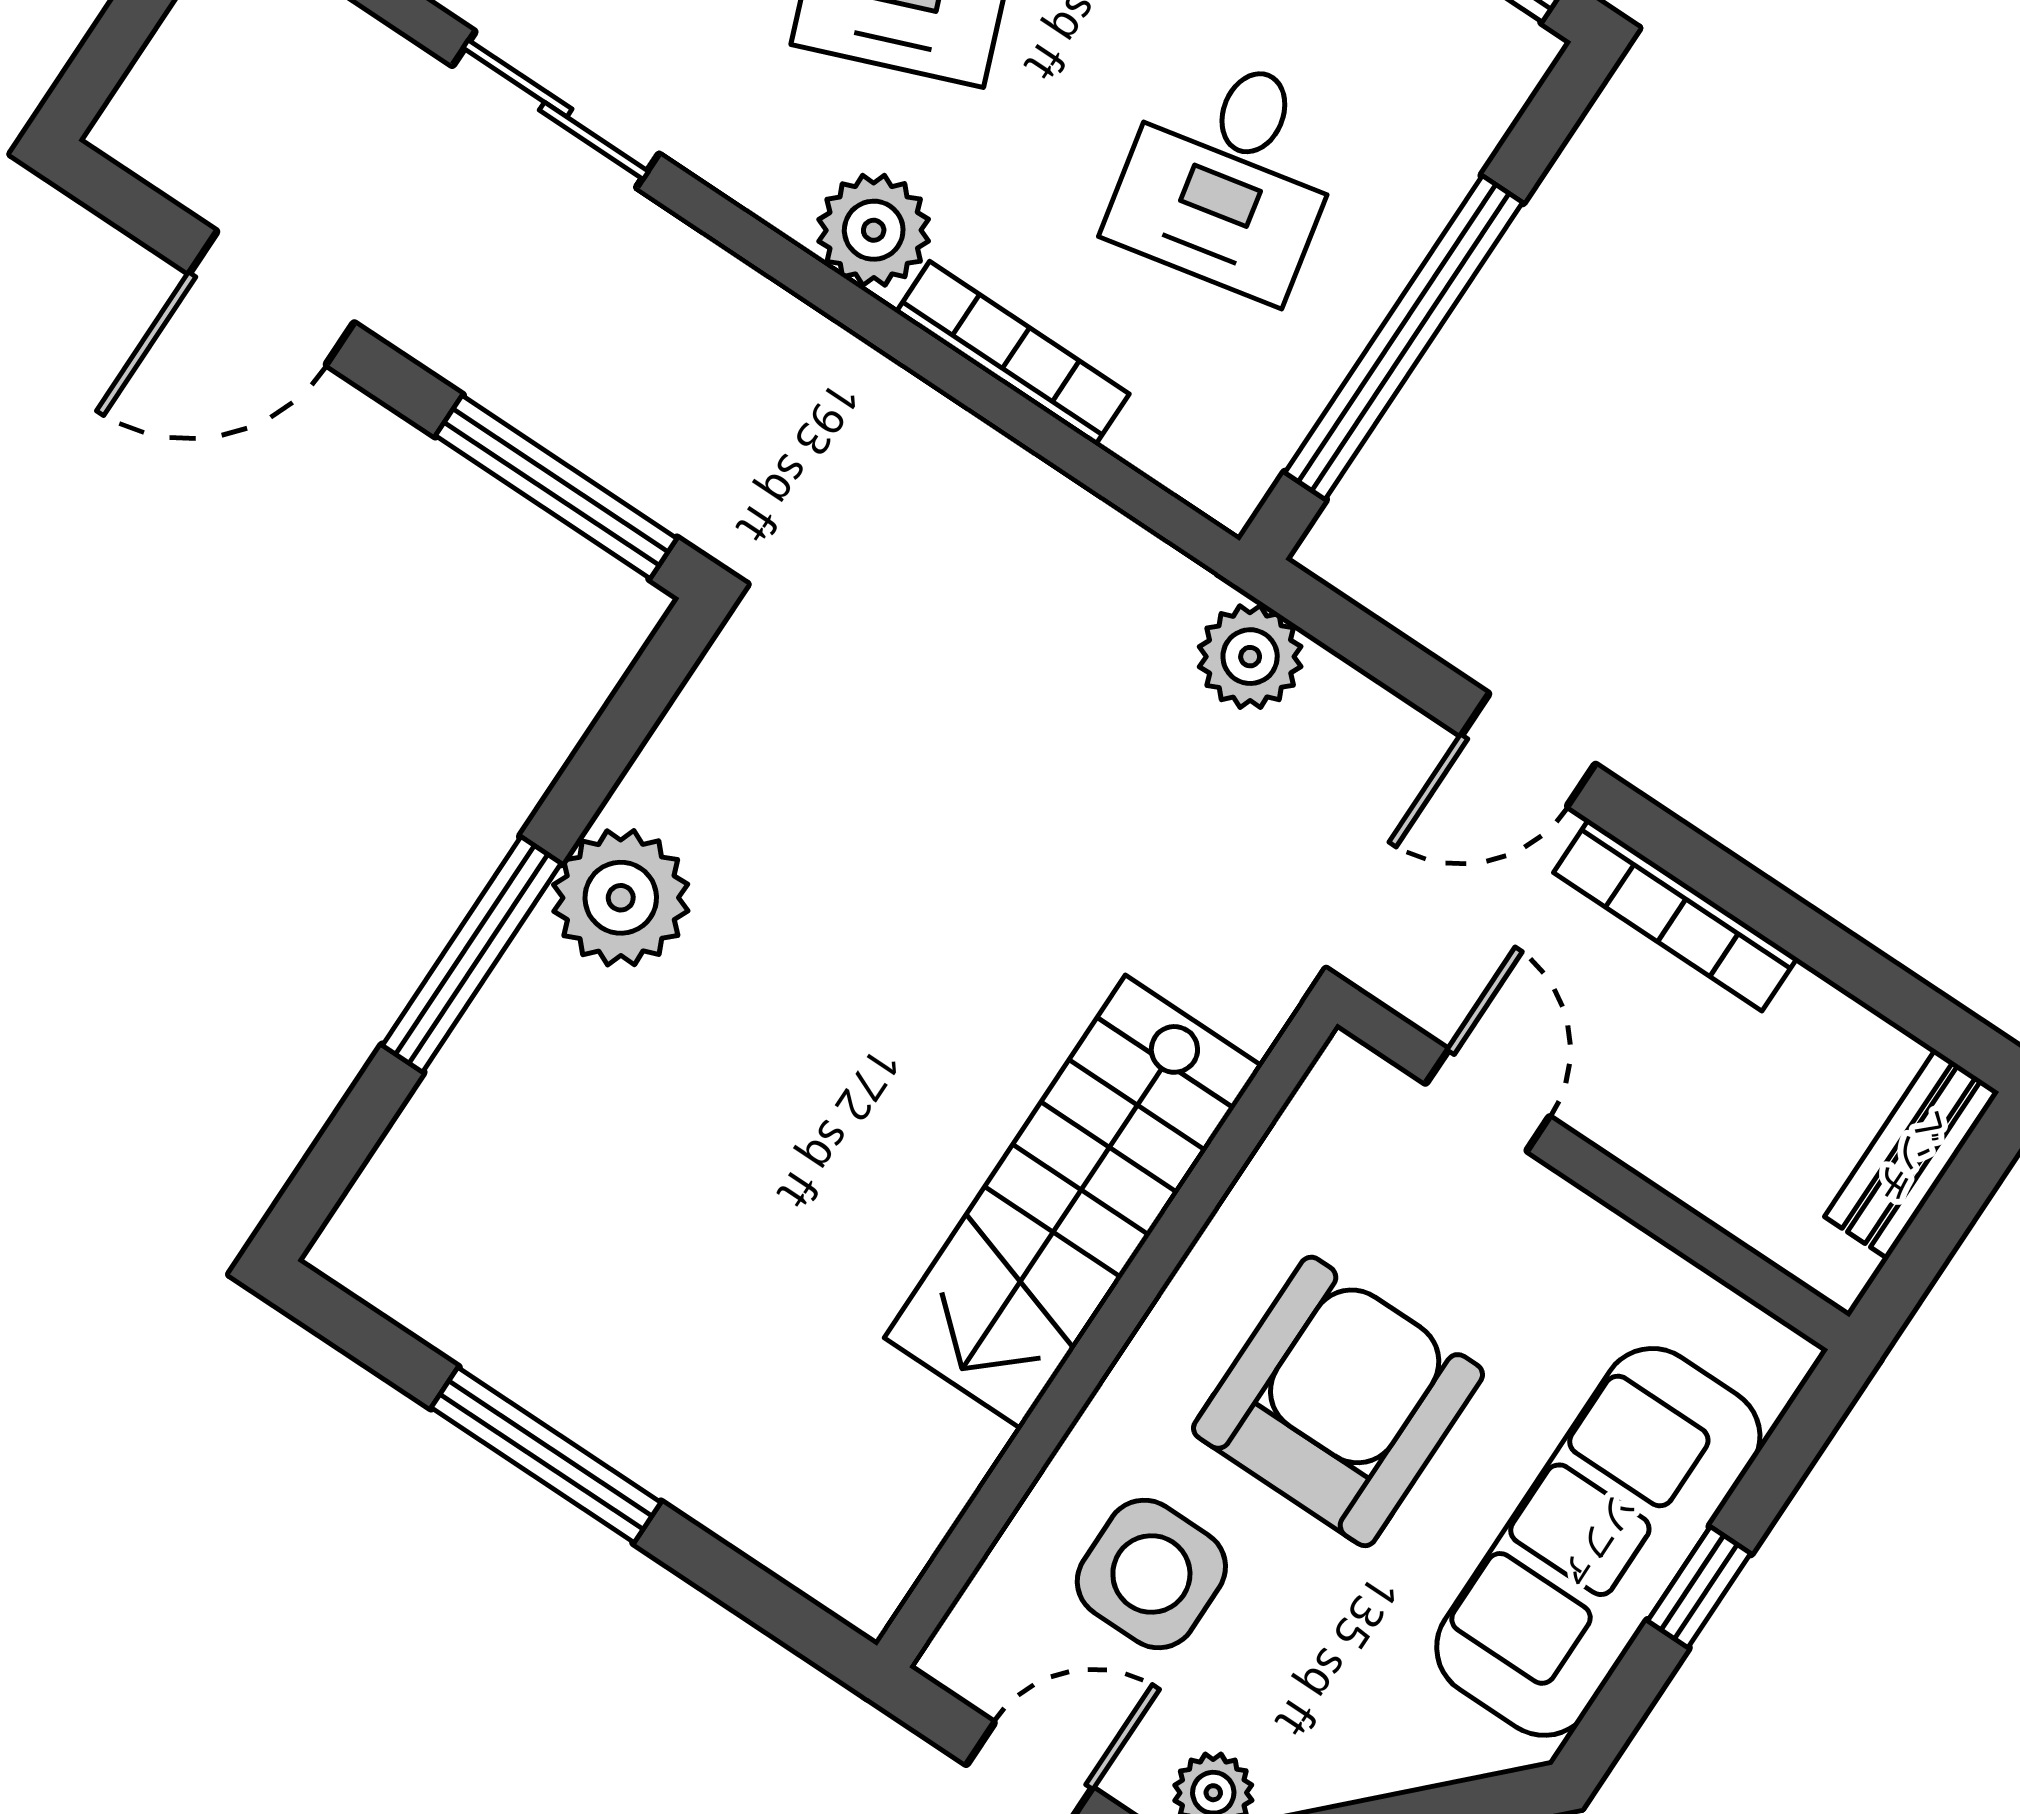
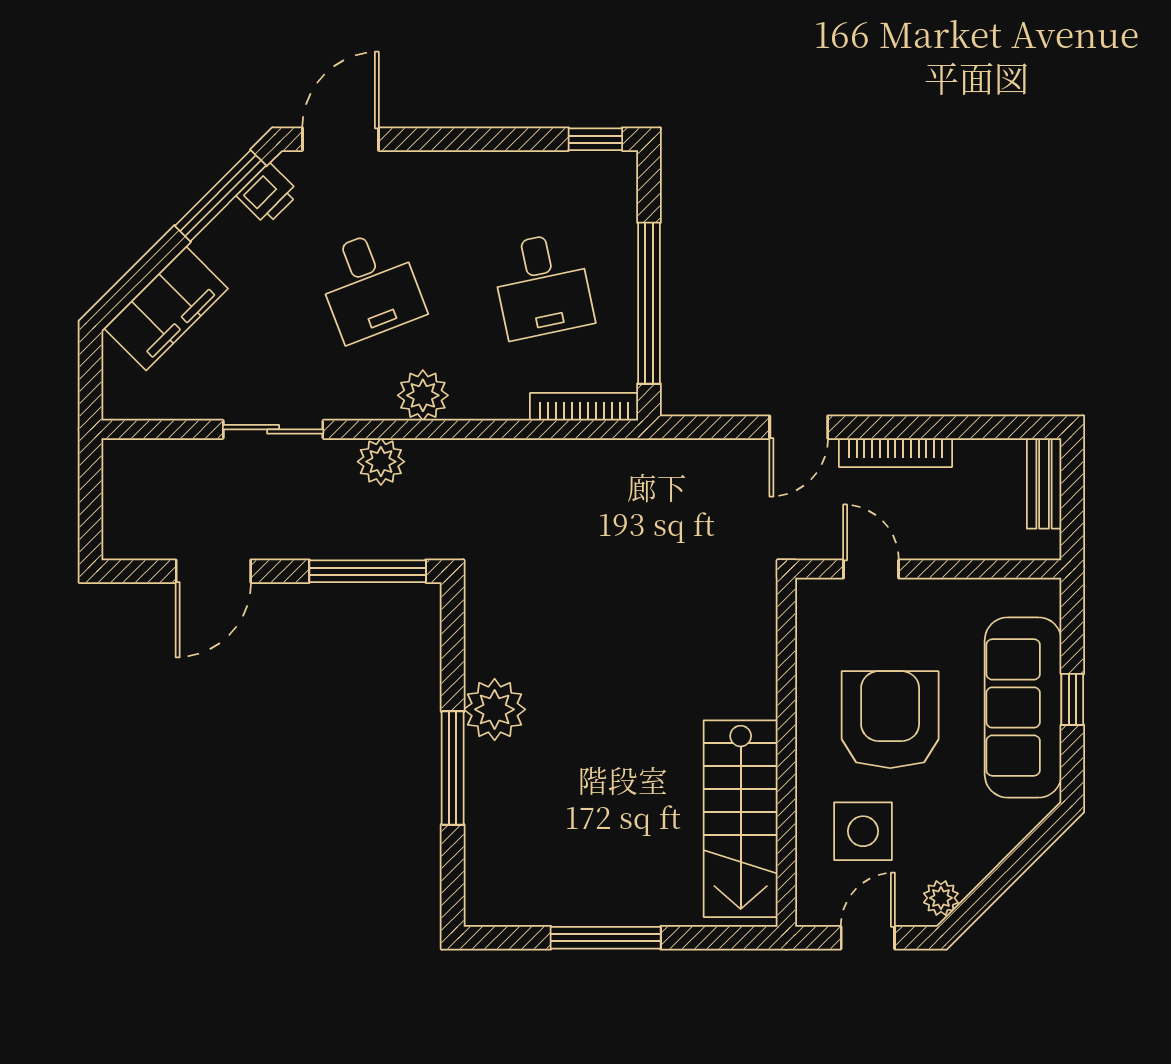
bookcase: (1013, 353) -> (584, 407), moved
plant: (1250, 657) -> (381, 462), moved
stairs: (1073, 1202) -> (741, 819), moved

